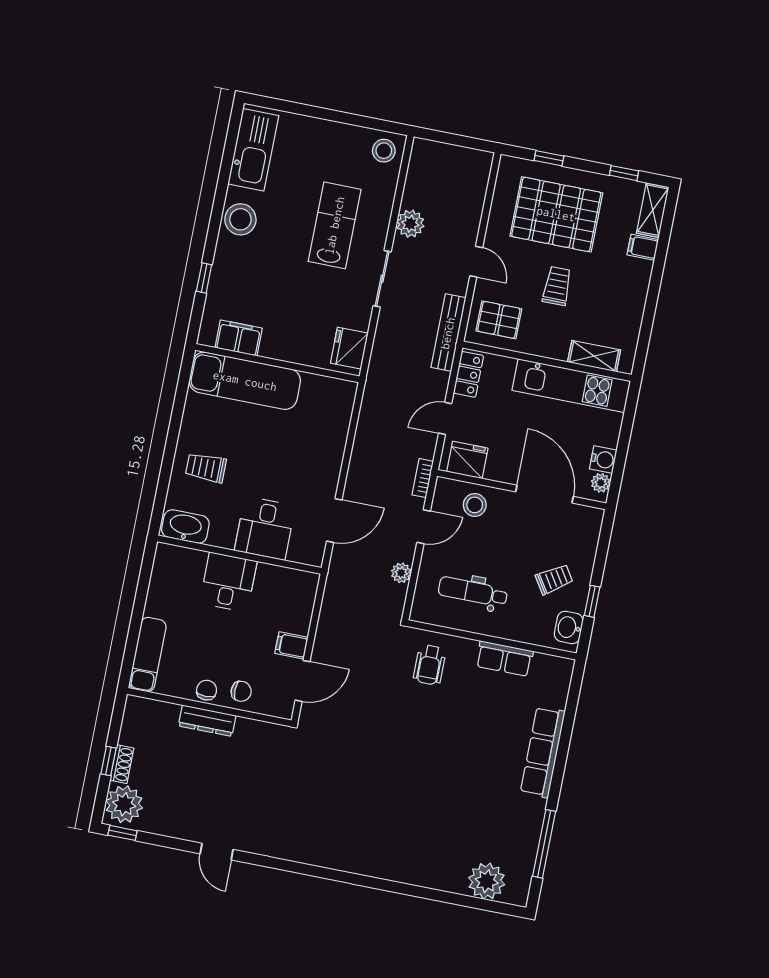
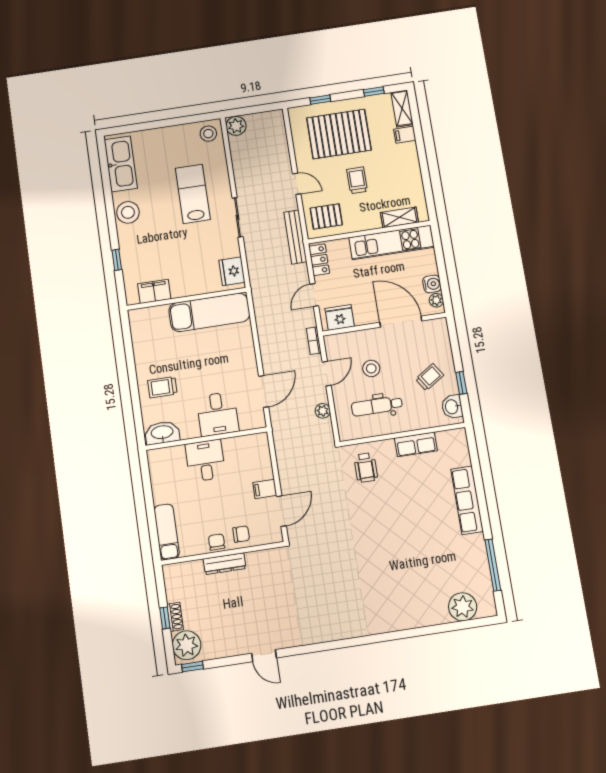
plant: (410, 224) -> (236, 126), moved
exam couch: (245, 381) -> (209, 312), moved
stool: (475, 505) -> (371, 368), moved

